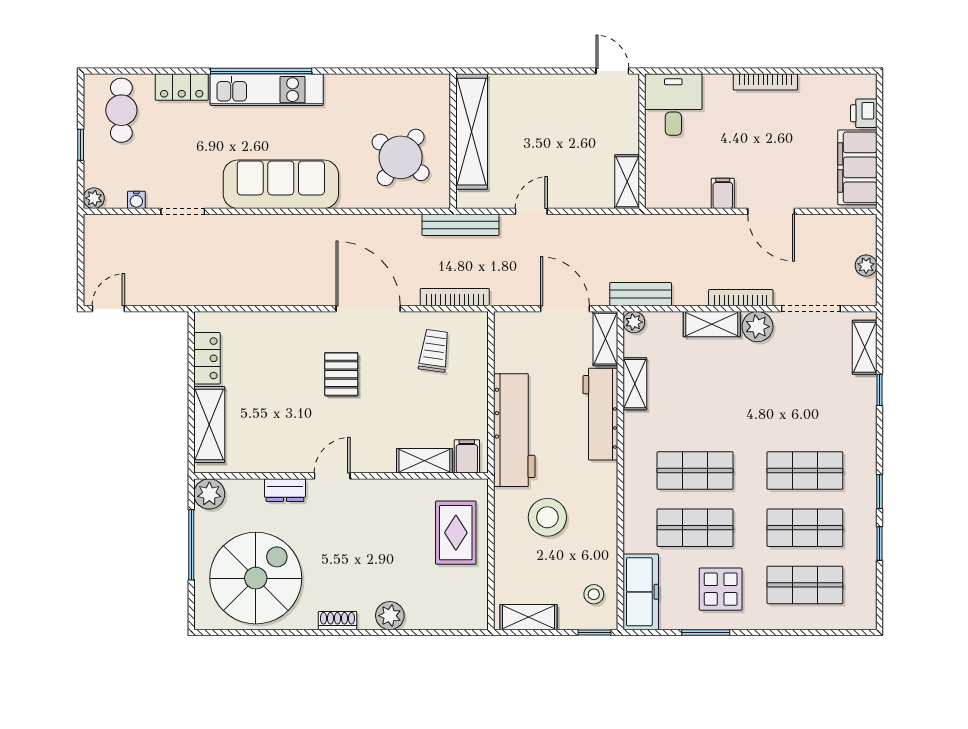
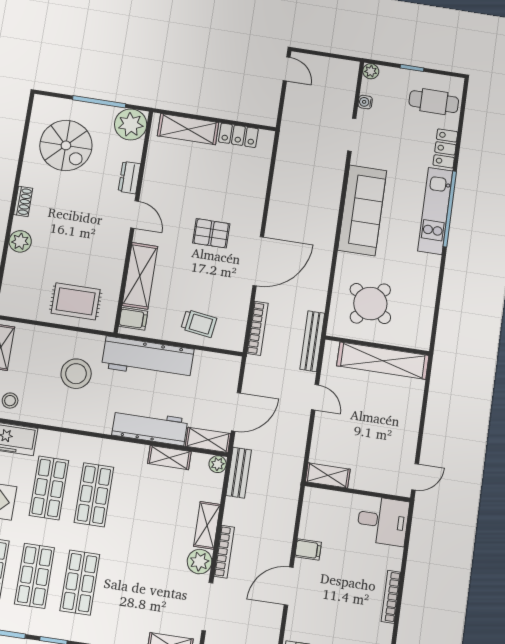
trolley: (434, 351) -> (199, 323), moved
shelving: (424, 461) -> (140, 276), width x1.50, depth x1.33
plant: (209, 494) -> (131, 124), width x1.36, depth x1.36
spiral stairs: (256, 578) -> (66, 145), width x0.73, depth x0.73

